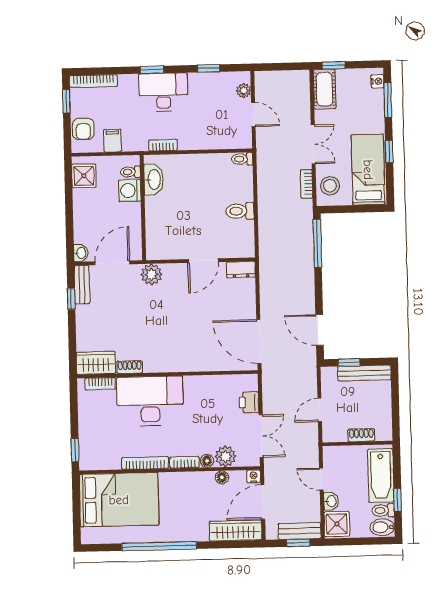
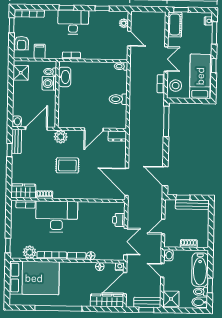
rug: (164, 319) -> (67, 165), added
plant: (225, 457) -> (30, 252), moved
washbasin: (331, 501) -> (168, 255), moved

